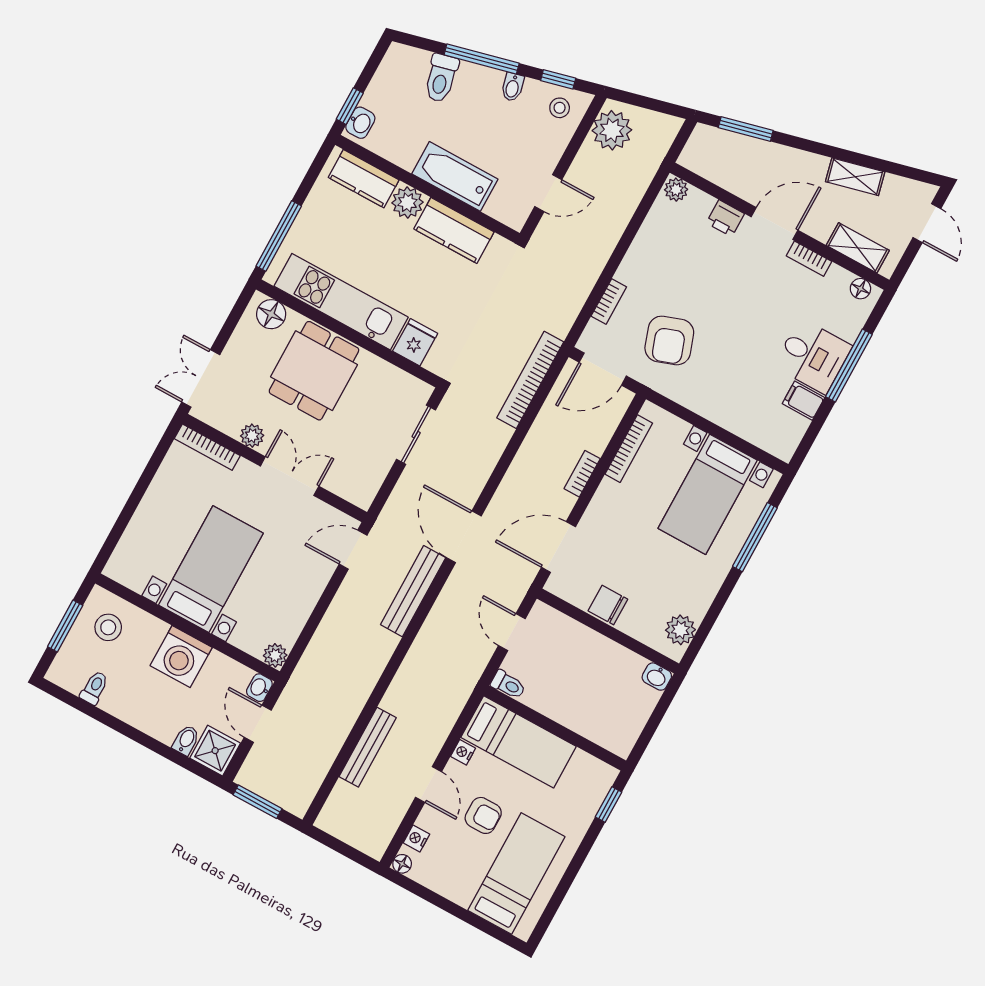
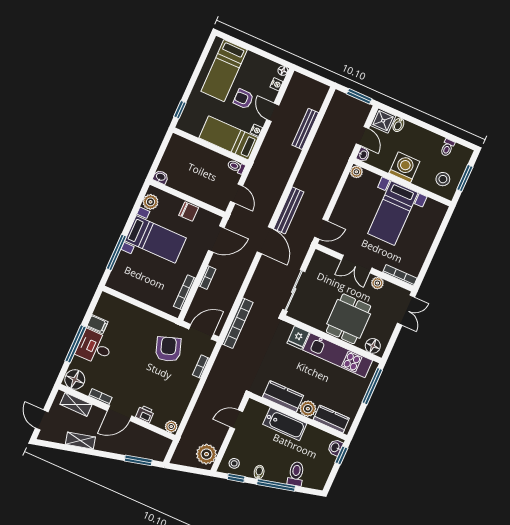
floor lamp: (860, 289) -> (75, 379), width x1.89, depth x1.89
sliding door: (416, 435) -> (294, 290), width x1.37
bed with nightstands: (708, 494) -> (156, 239), moved, turned 90

